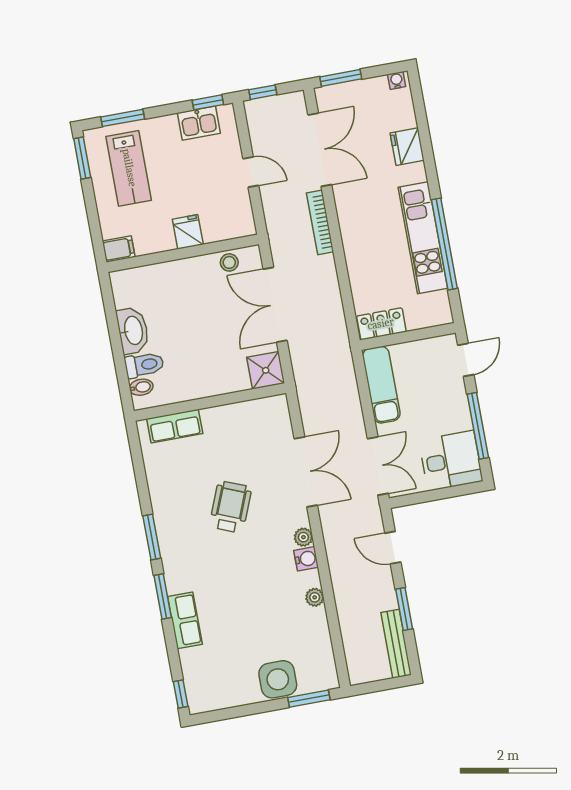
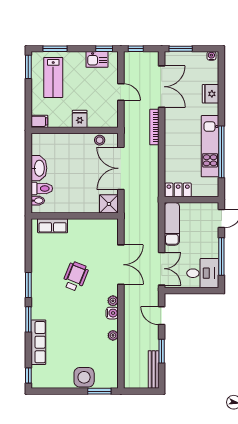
row of seats: (185, 620) -> (38, 342), width x1.48

